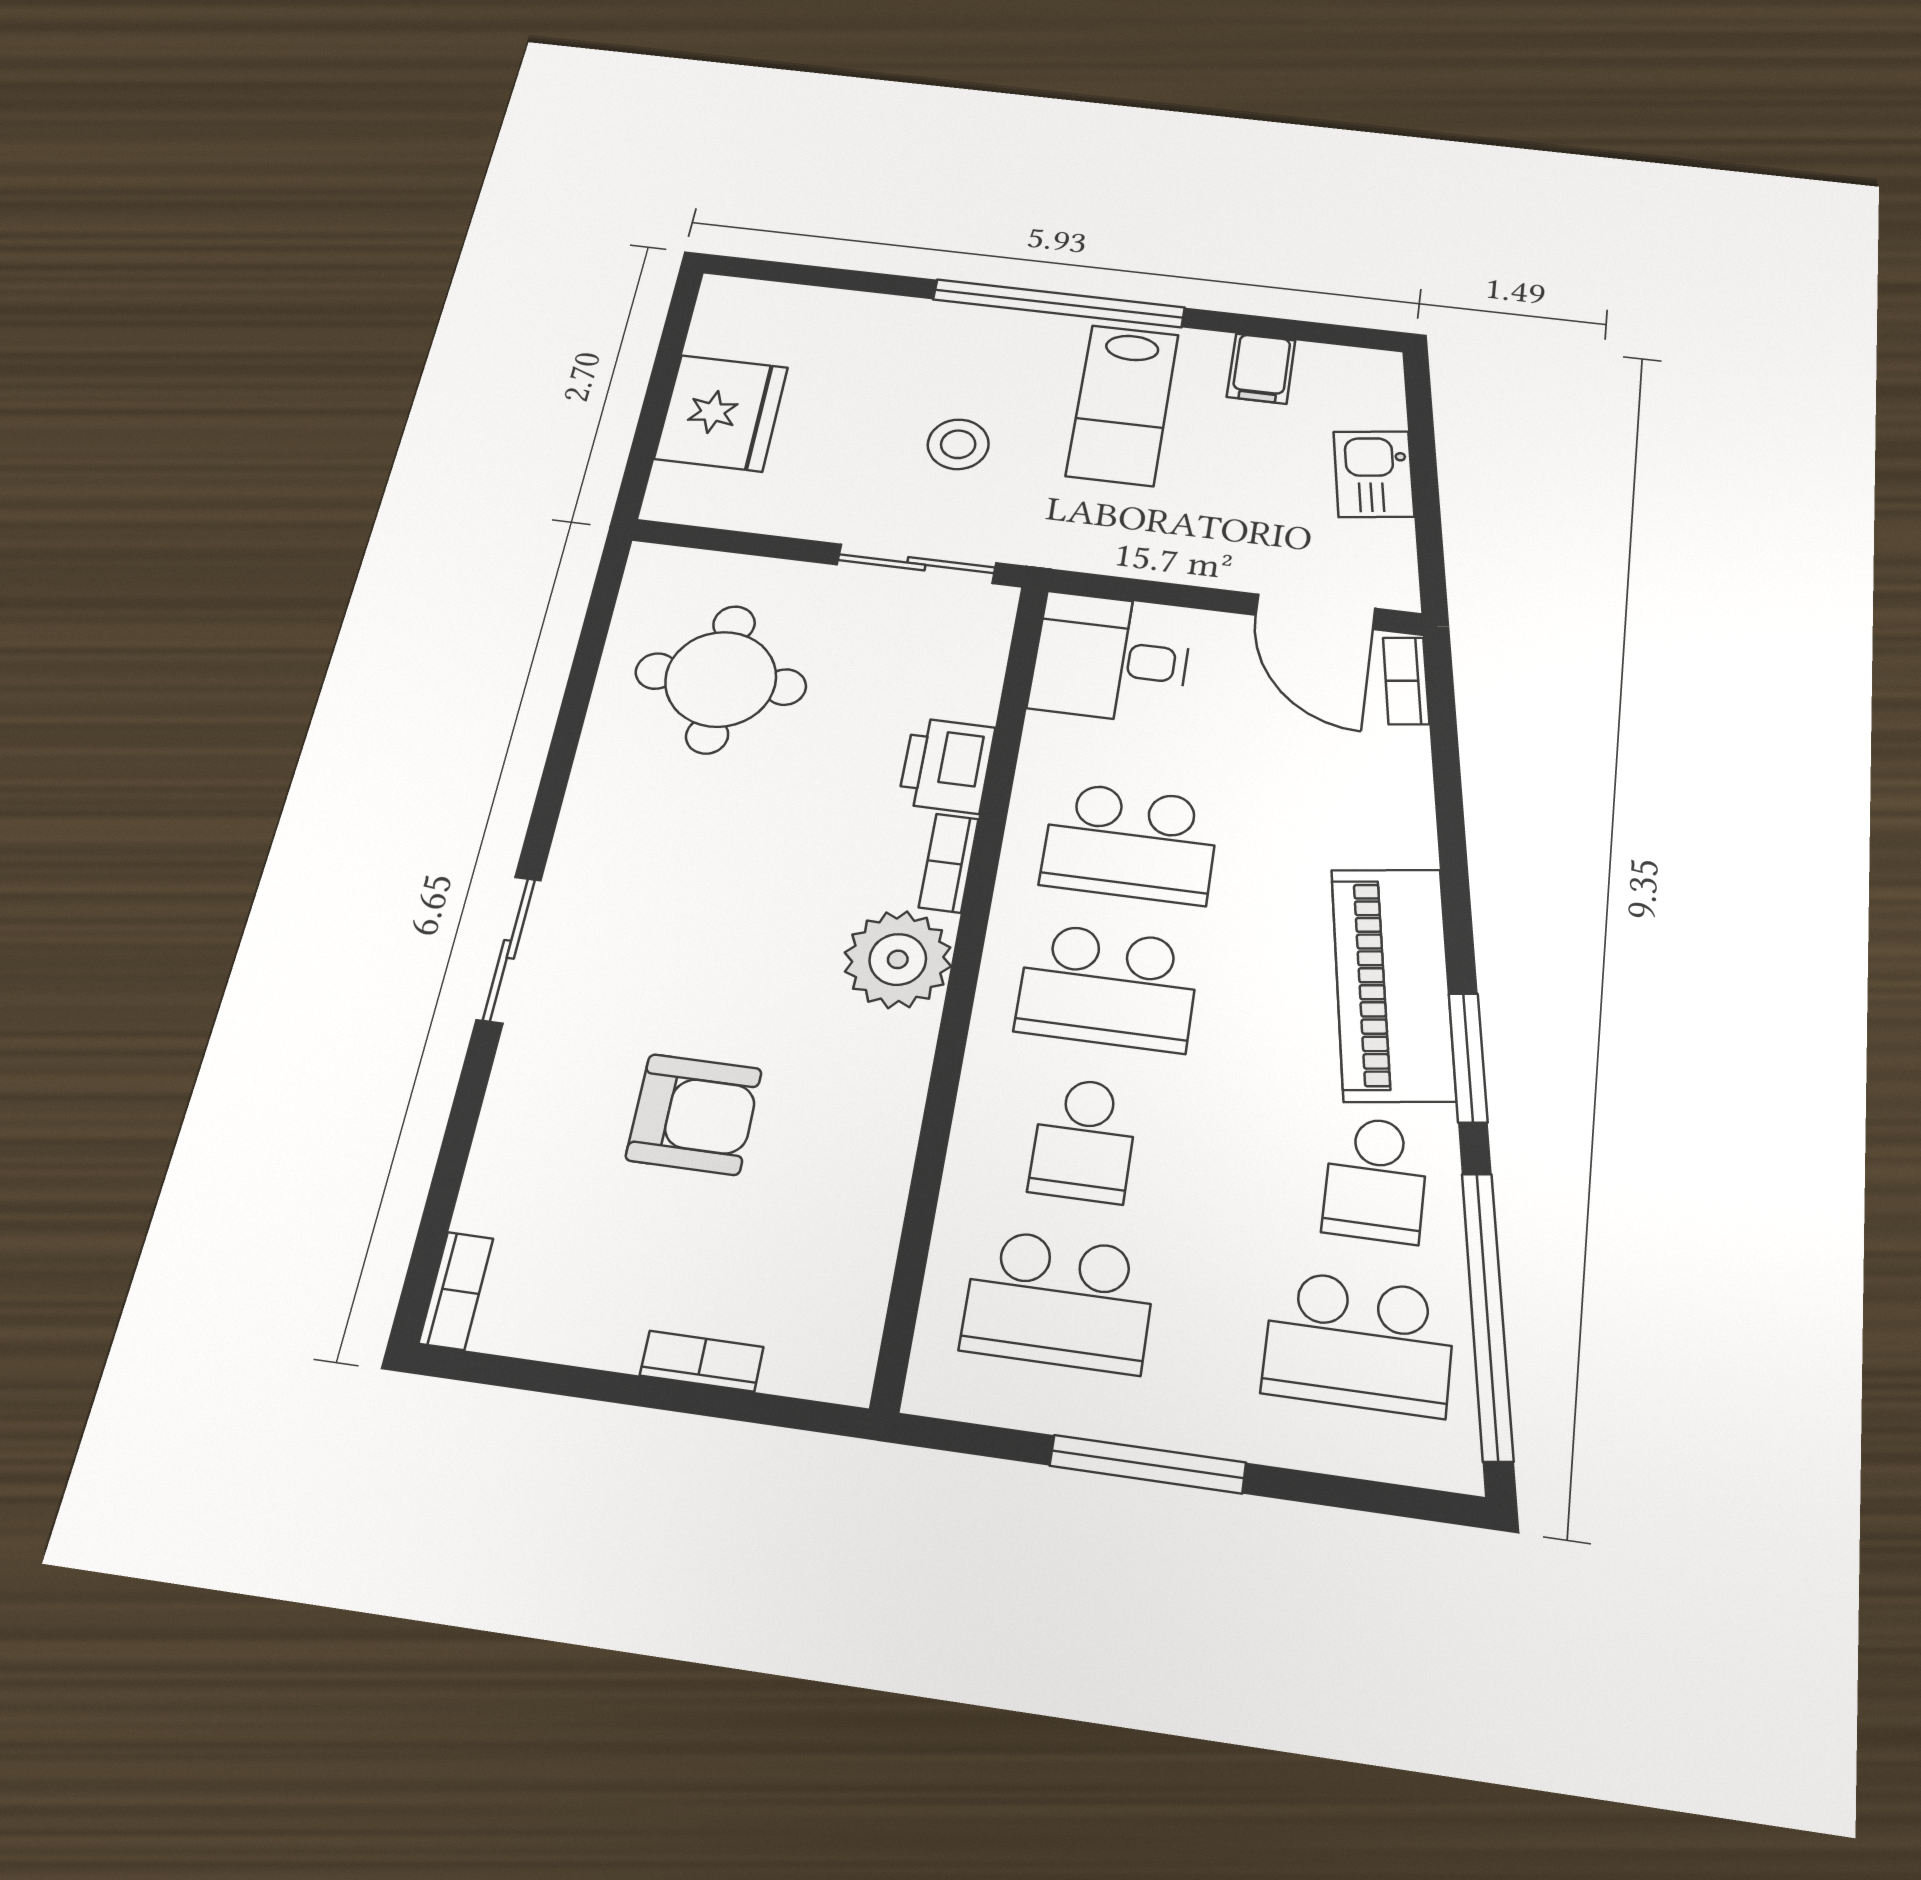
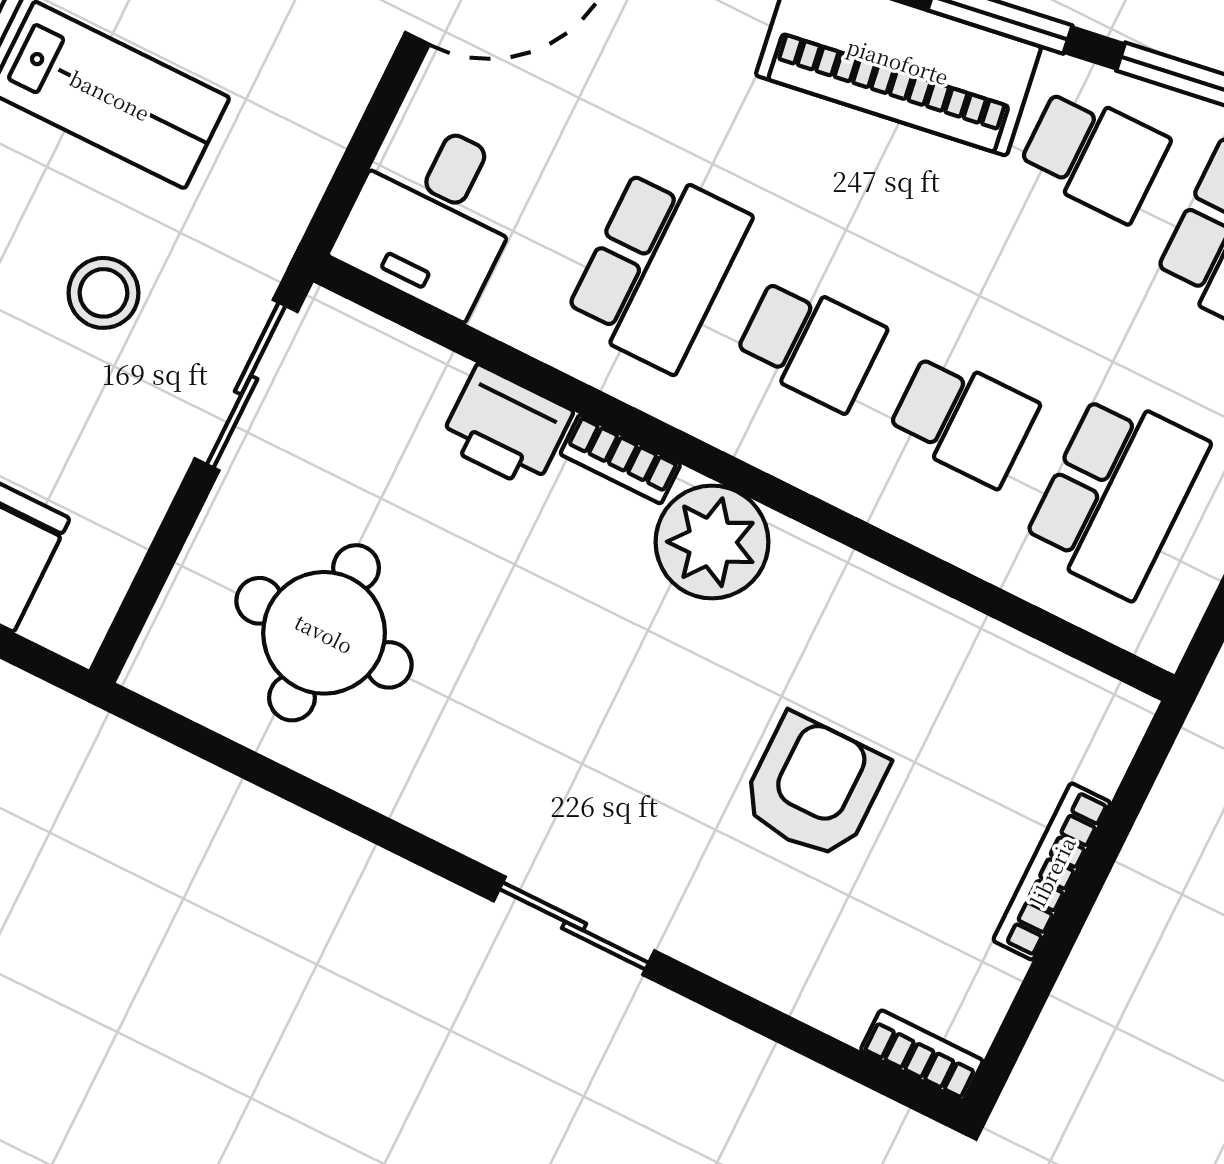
school desk: (1108, 987) -> (811, 344), width x0.54
bookcase: (702, 1361) -> (1052, 871), width x1.56

